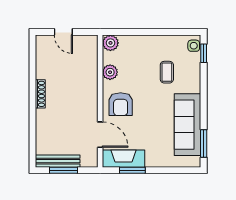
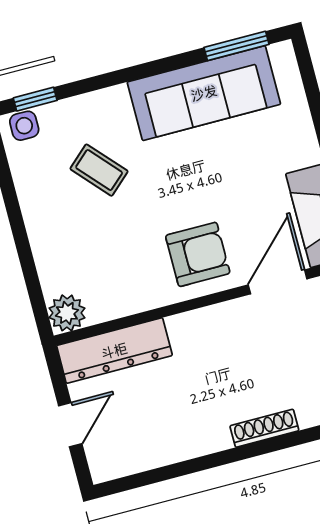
dresser: (89, 59) -> (114, 351), added
plant: (110, 72) -> (133, 297), removed
coffee table: (167, 72) -> (99, 170), turned 48
shoe rack: (40, 94) -> (264, 428), moved

